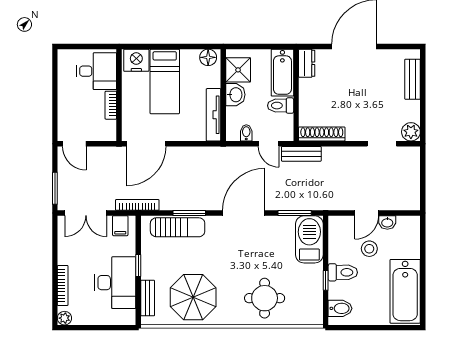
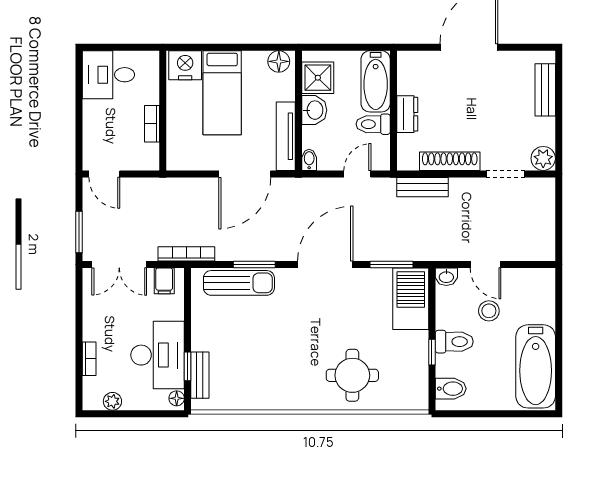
dresser: (307, 63) -> (407, 114), moved
desk: (97, 71) -> (108, 75), moved, turned 180
bidet: (246, 133) -> (309, 160), moved
shoe rack: (322, 134) -> (450, 161), moved
door: (146, 144) -> (245, 174), moved
door: (268, 144) -> (357, 174), swing flipped
bench: (301, 154) -> (423, 187), moved
door: (367, 213) -> (485, 264), hinge flipped
washbasin: (387, 223) -> (446, 277), moved
window: (138, 266) -> (188, 366), moved
bookcase: (63, 285) -> (89, 359), width x0.64
parasol: (193, 297) -> (259, 374), removed
floor lamp: (130, 316) -> (177, 398), added
plant: (64, 318) -> (112, 401), moved

